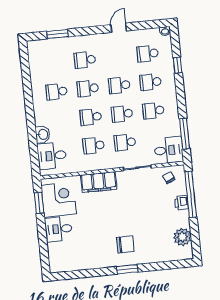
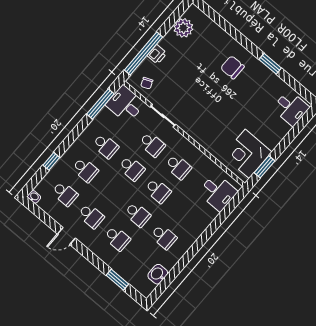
school desk: (119, 85) -> (91, 216), moved
washbasin: (43, 134) -> (158, 274), moved
filing cabinet: (99, 182) -> (203, 135), removed
desk: (59, 229) -> (291, 108), moved
window: (127, 269) -> (270, 64), moved

